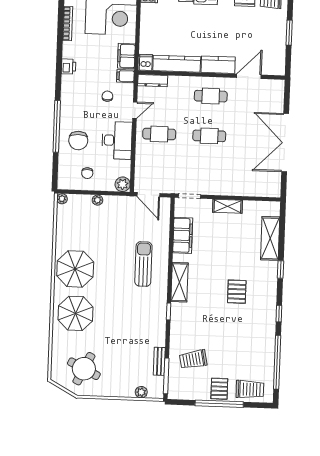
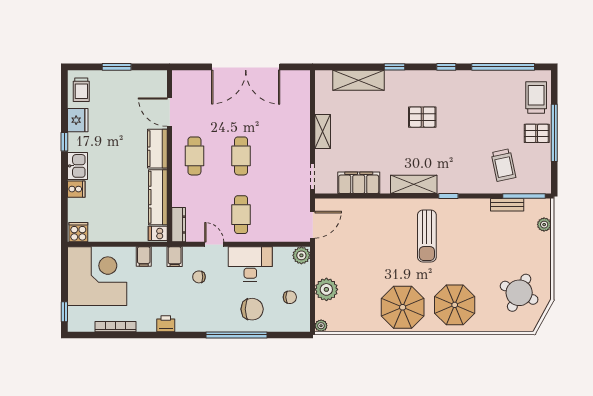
filing cabinet: (126, 56) -> (144, 256), width x0.50
plant: (97, 200) -> (326, 289), width x1.88, depth x1.88
sun lounger: (143, 264) -> (427, 236), moved, turned -90

